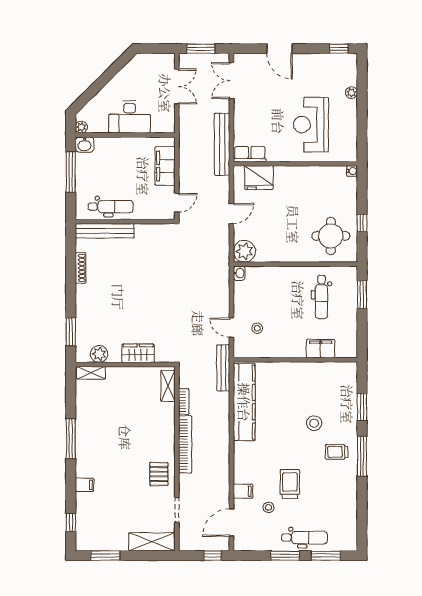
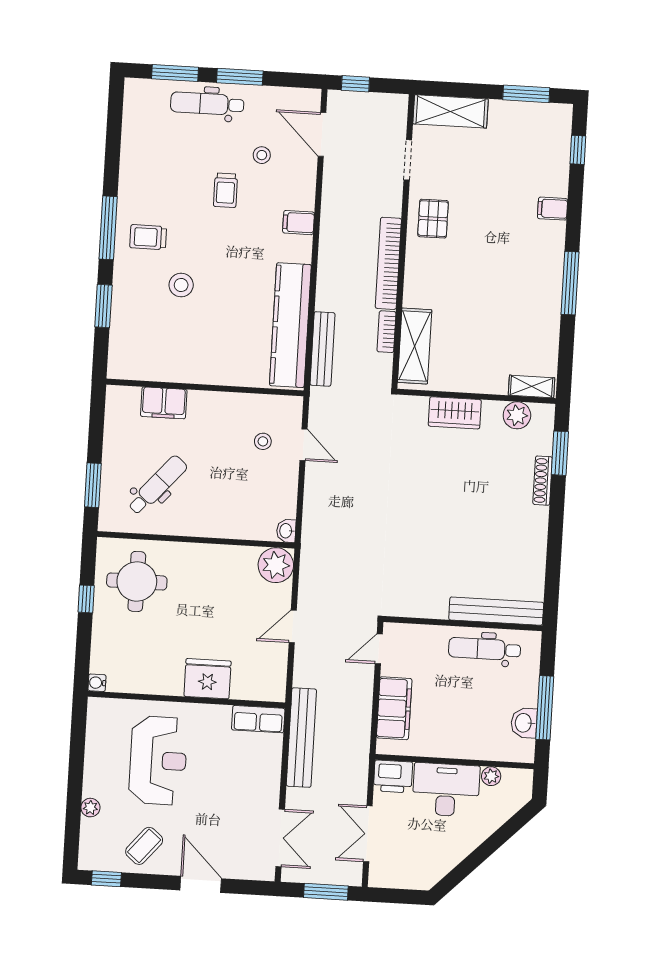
coffee table: (316, 71) -> (144, 846), added
printer: (163, 123) -> (393, 776), added
plant: (81, 127) -> (491, 776), moved
washbasin: (85, 145) -> (524, 723), moved, turned -90
fridge: (259, 178) -> (208, 679), moved
shoe rack: (81, 268) -> (543, 481), moved
dental chair: (321, 297) -> (157, 485), turned 41
bench: (223, 368) -> (322, 349), moved
shelving: (168, 386) -> (415, 346), width x1.50, depth x1.33
trolley: (337, 452) -> (148, 237), turned 180
trolley: (290, 484) -> (226, 190), width x0.73, depth x0.72
filing cabinet: (243, 491) -> (299, 223), moved
door: (232, 523) -> (322, 134), swing flipped

